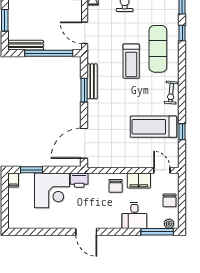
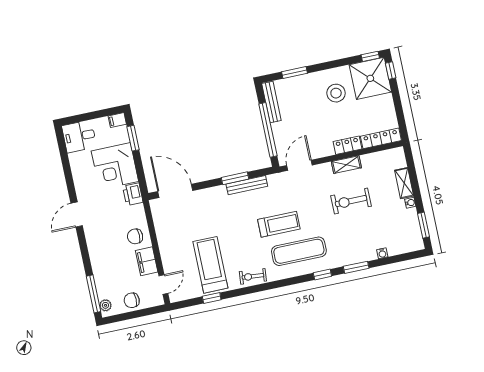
treadmill: (131, 61) -> (279, 224), turned 180
desk: (134, 215) -> (79, 136), moved

